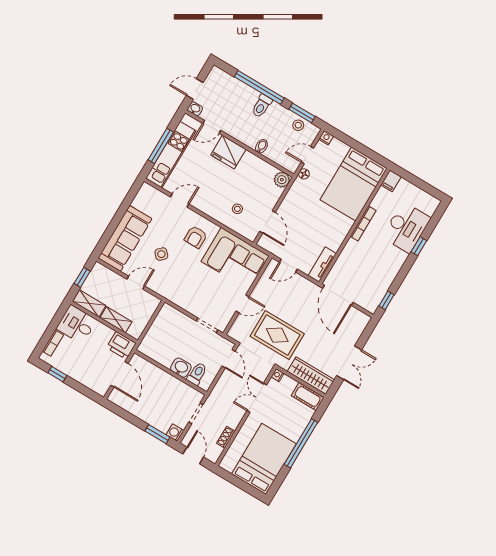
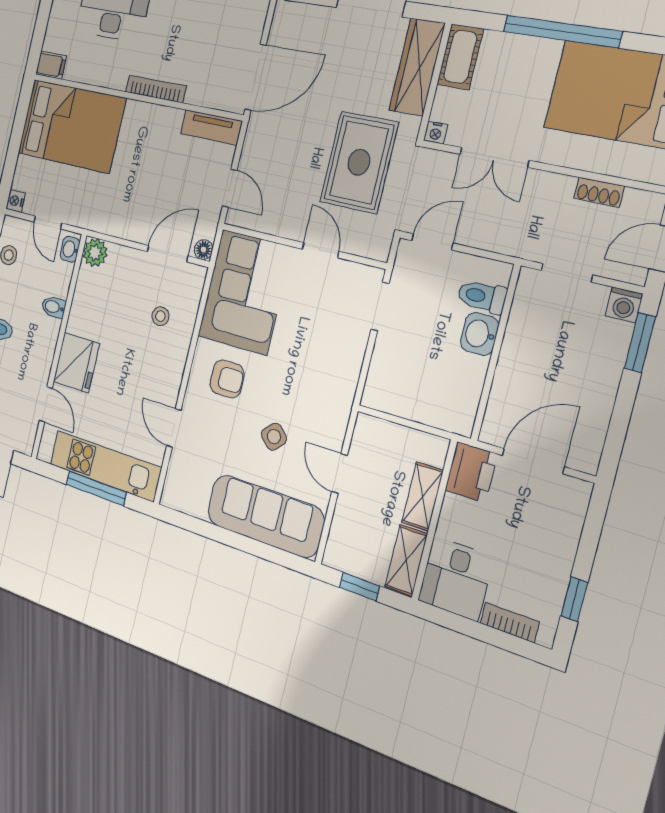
washbasin: (195, 109) -> (70, 249), moved
floor lamp: (304, 174) -> (203, 250), moved
bookcase: (363, 223) -> (156, 89), moved

